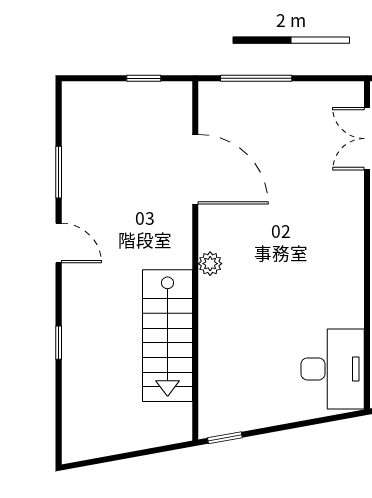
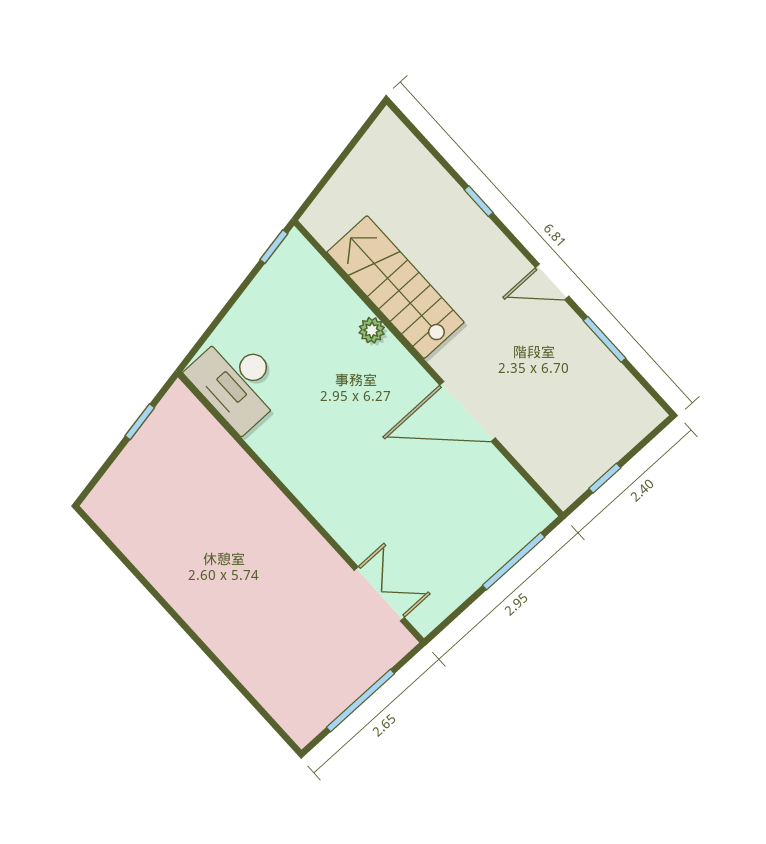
door: (195, 169) -> (468, 411), moved
plant: (210, 264) -> (372, 330), moved

